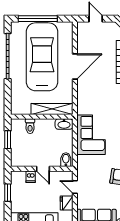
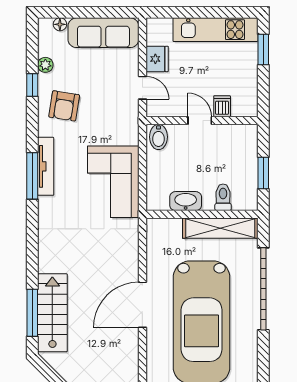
garage door: (8, 56) -> (263, 289), moved
shelving: (52, 109) -> (220, 228), moved
washbasin: (64, 124) -> (186, 201), moved
window: (8, 193) -> (263, 50), moved

